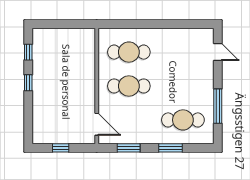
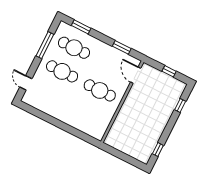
cafe table: (129, 52) -> (62, 71), moved
window: (28, 83) -> (180, 105), moved
window: (171, 148) -> (81, 27), moved

